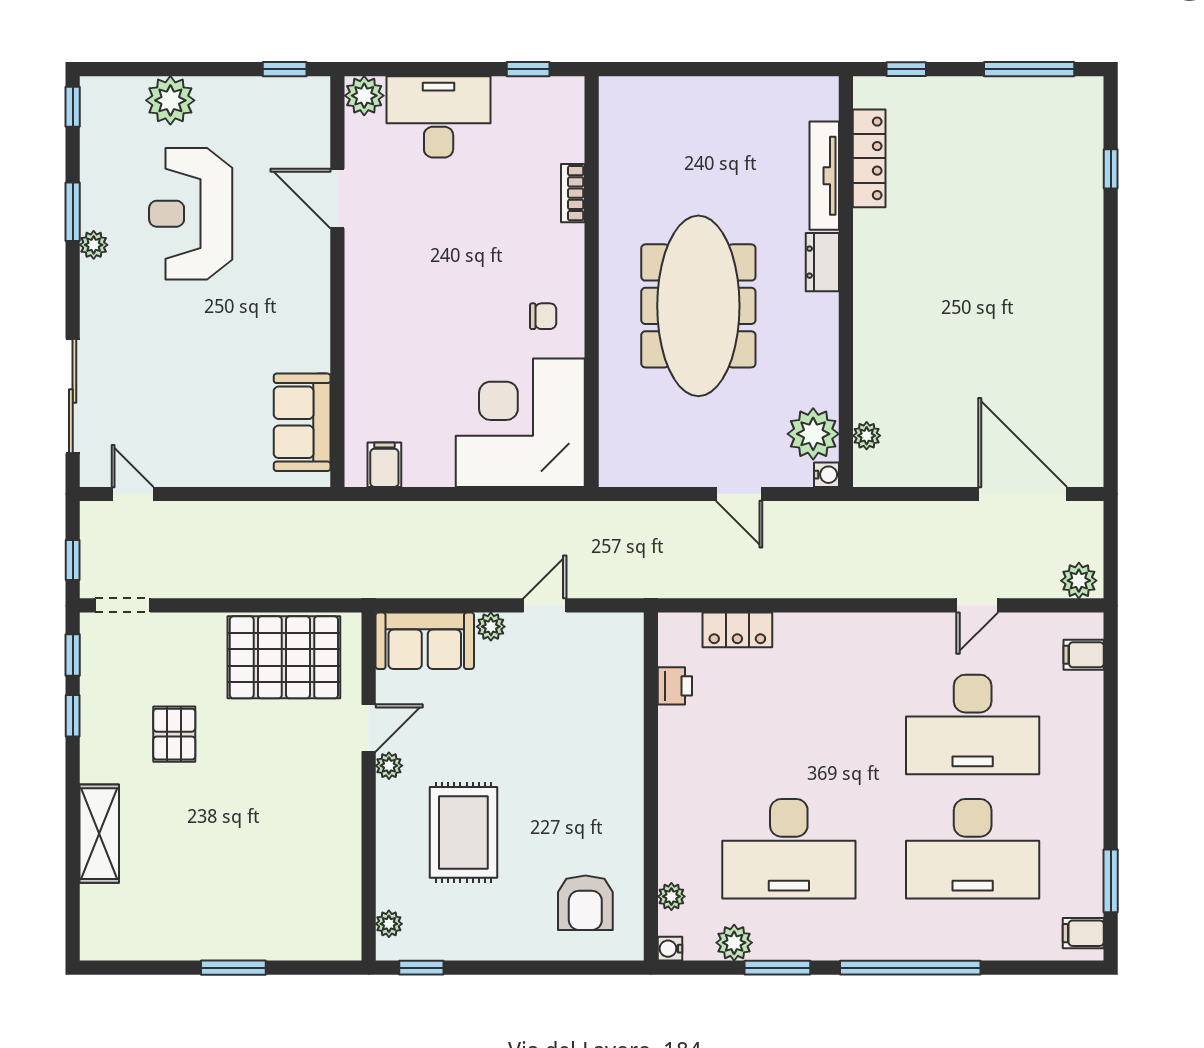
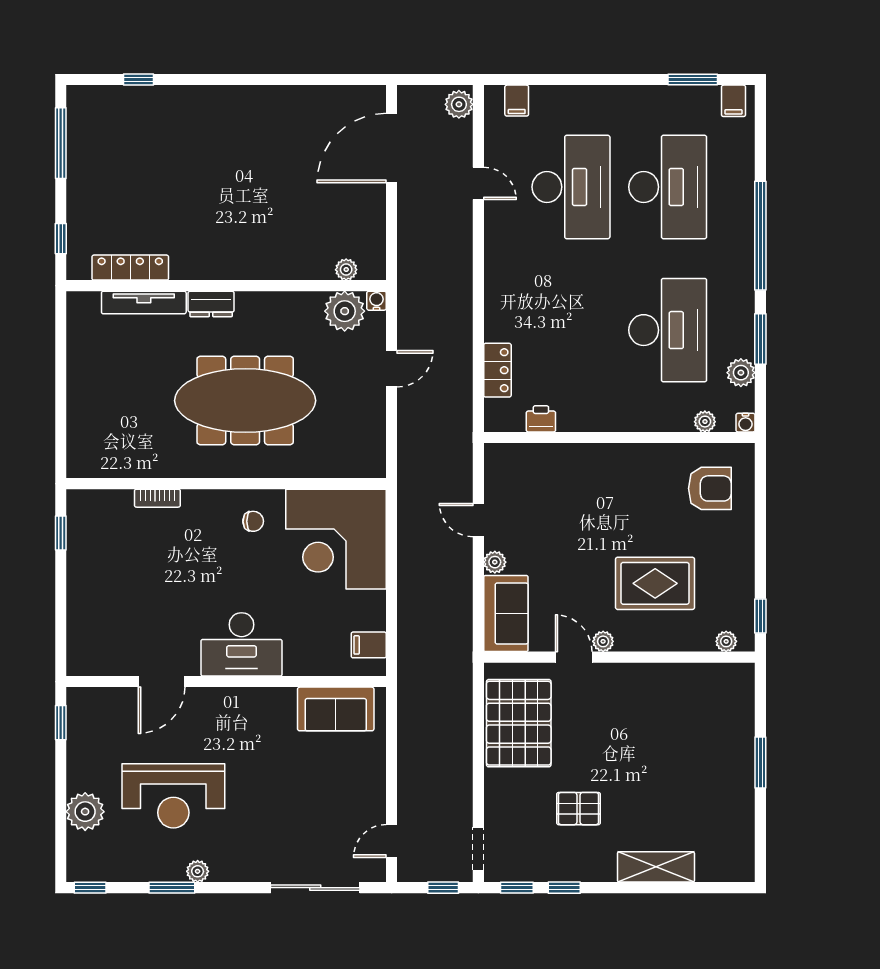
plant: (364, 96) -> (81, 661), removed
desk: (439, 117) -> (242, 644), moved, turned -90
chair: (543, 316) -> (253, 521), turned 90

